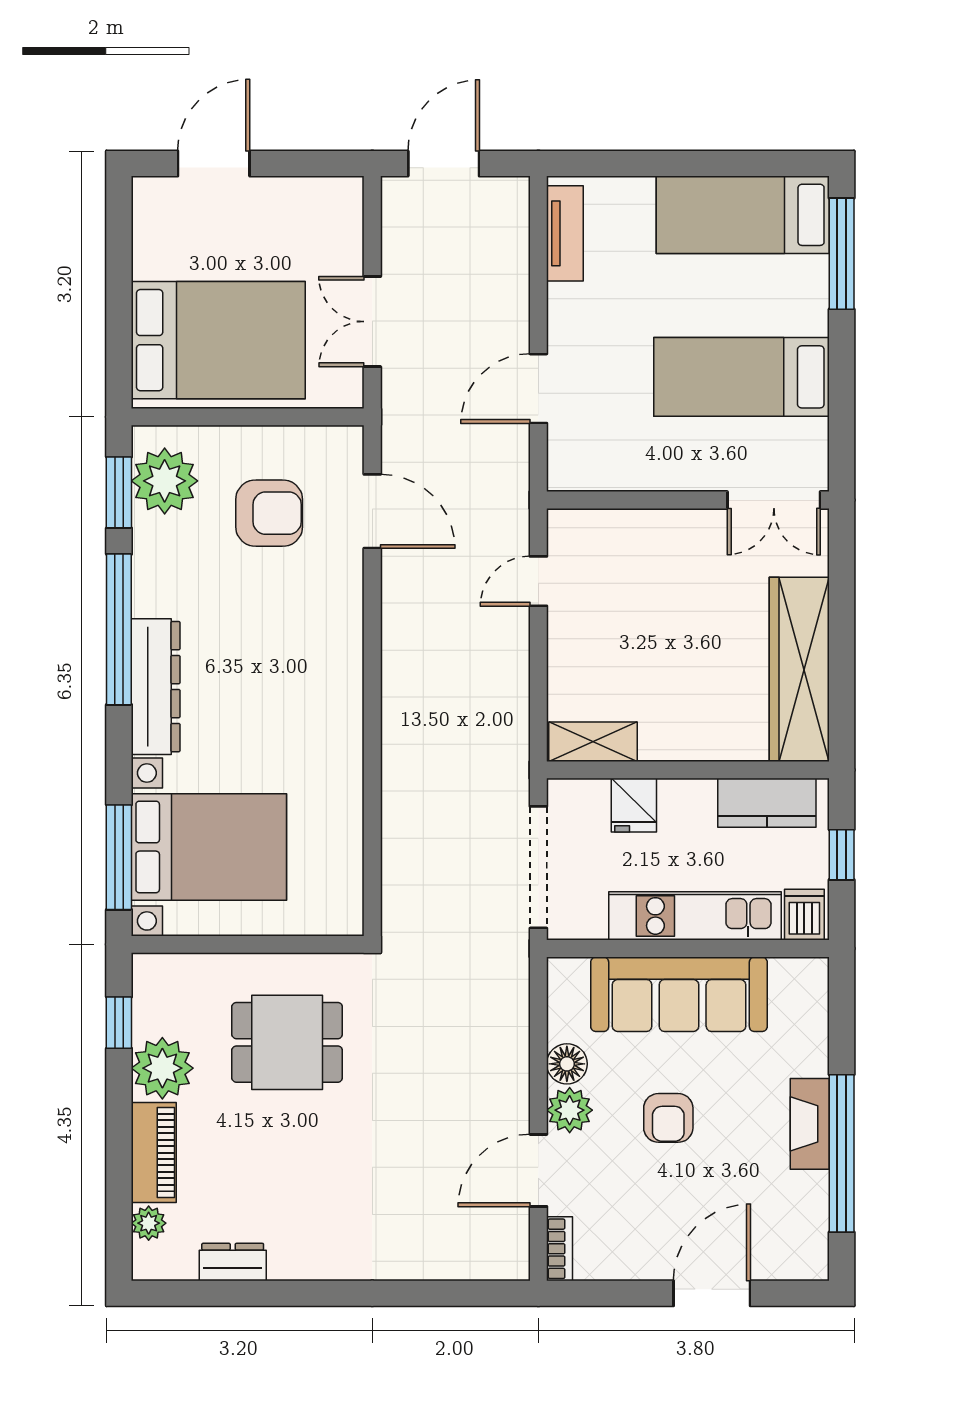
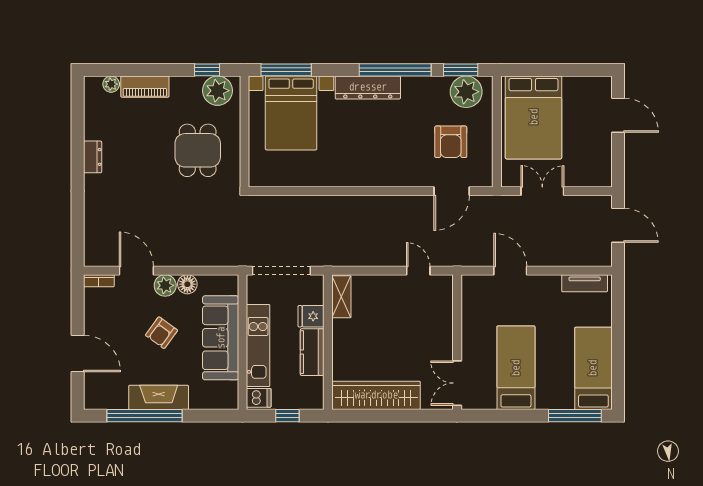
kitchen counter: (767, 803) -> (312, 352), moved
plant: (162, 1068) -> (218, 91), moved
armchair: (668, 1118) -> (161, 333), turned -54
fireplace: (810, 1124) -> (159, 397), width x1.37, depth x1.32
dresser: (233, 1262) -> (93, 157), moved

